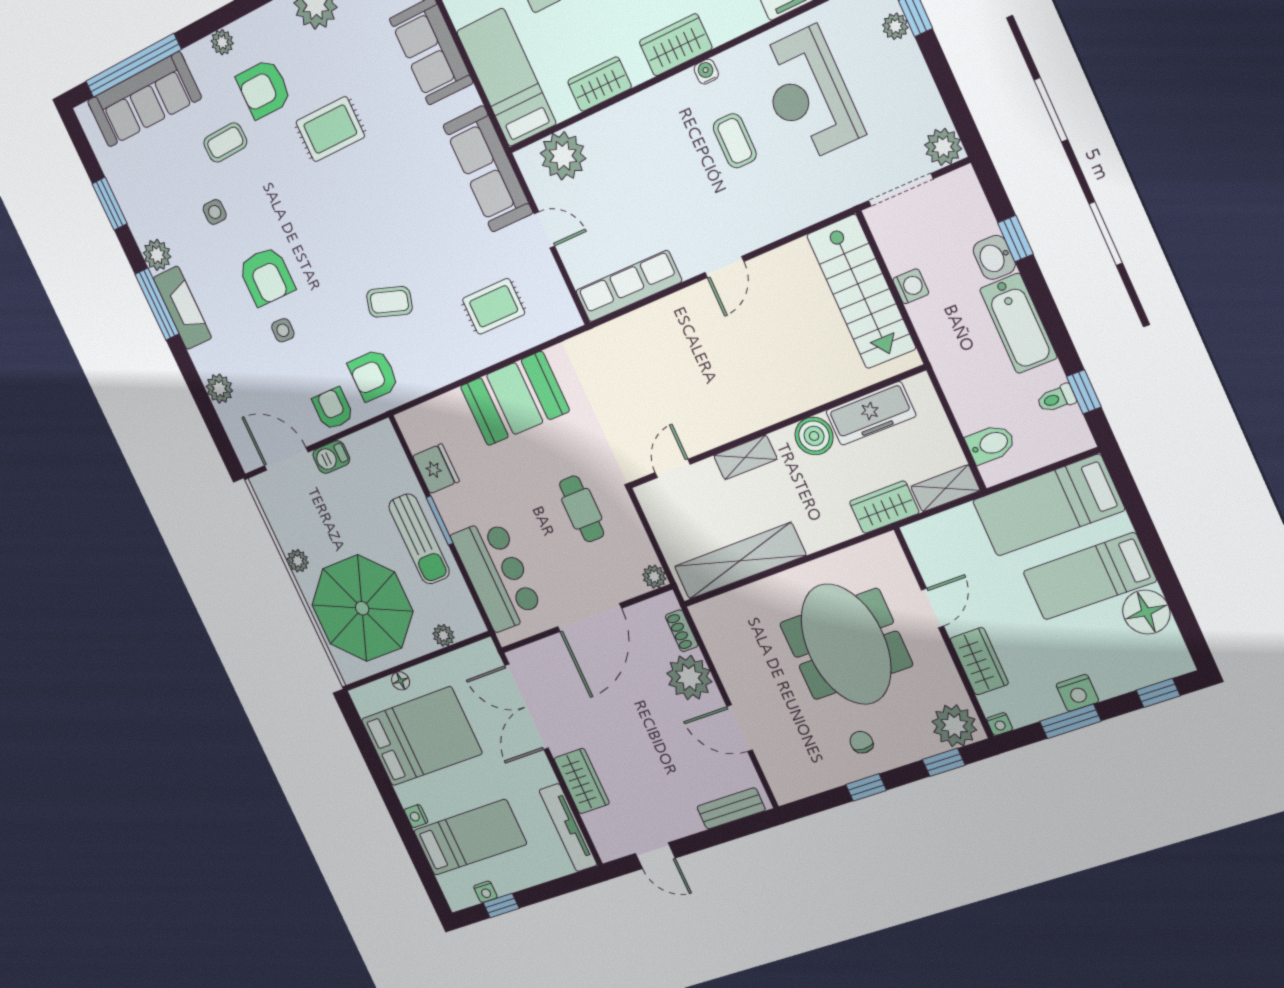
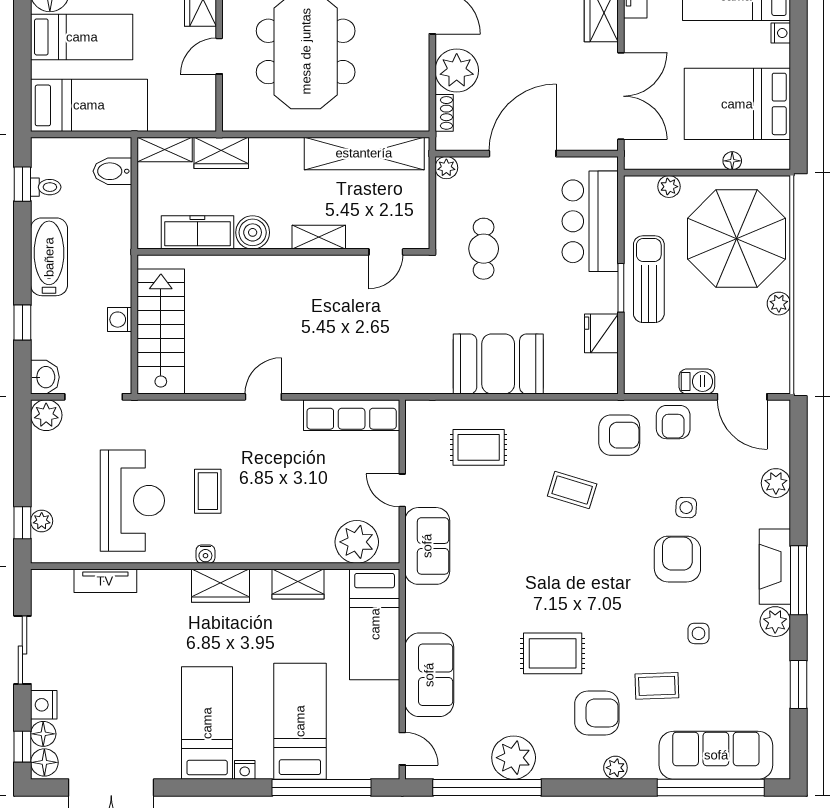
sofa: (488, 169) -> (427, 546), width x0.73
washbasin: (994, 257) -> (45, 377), moved

